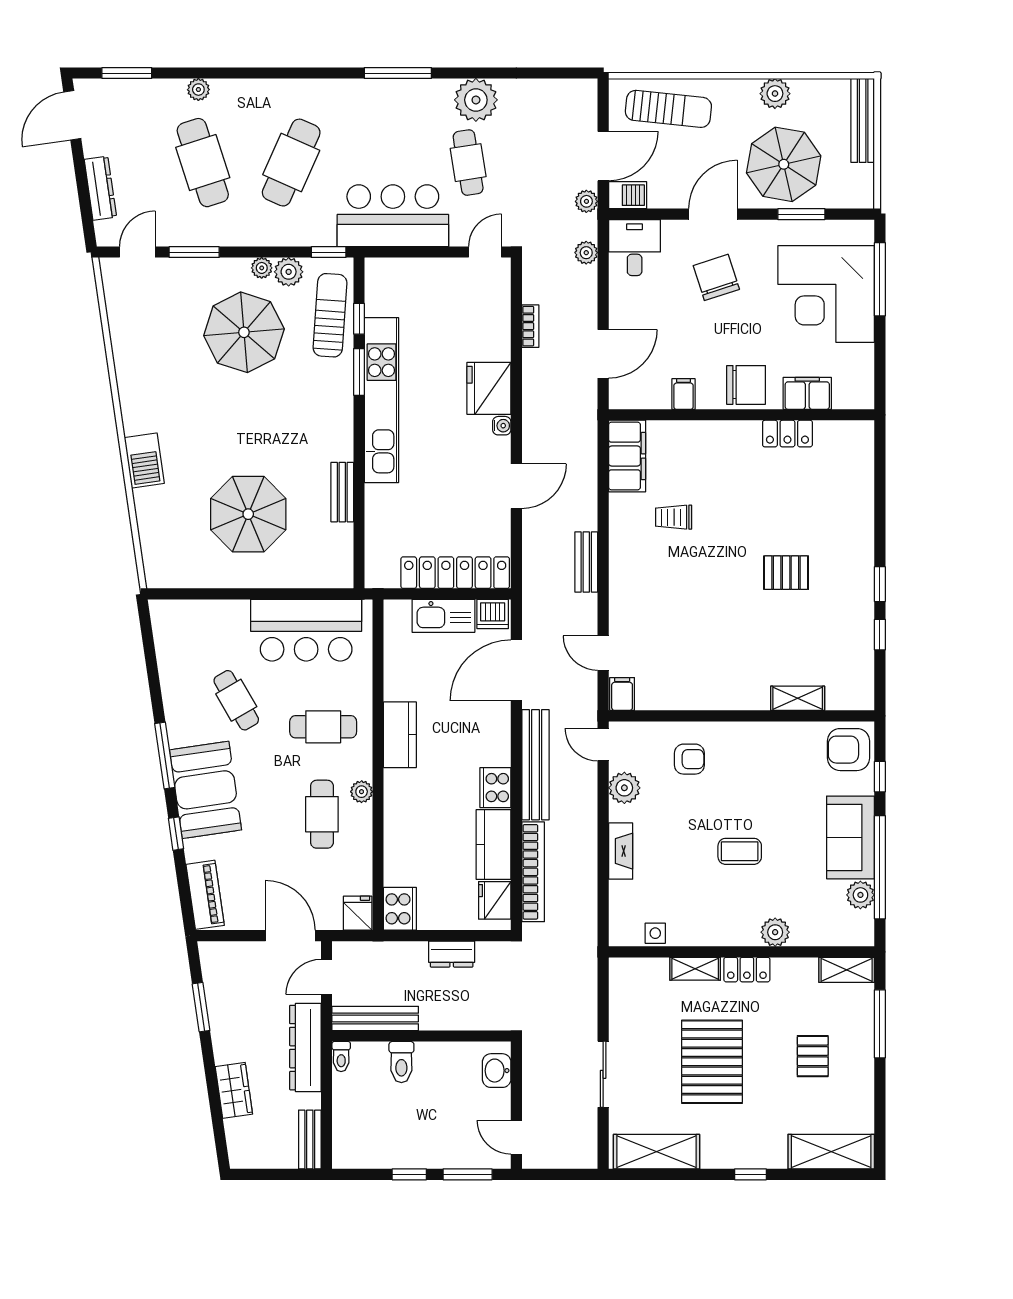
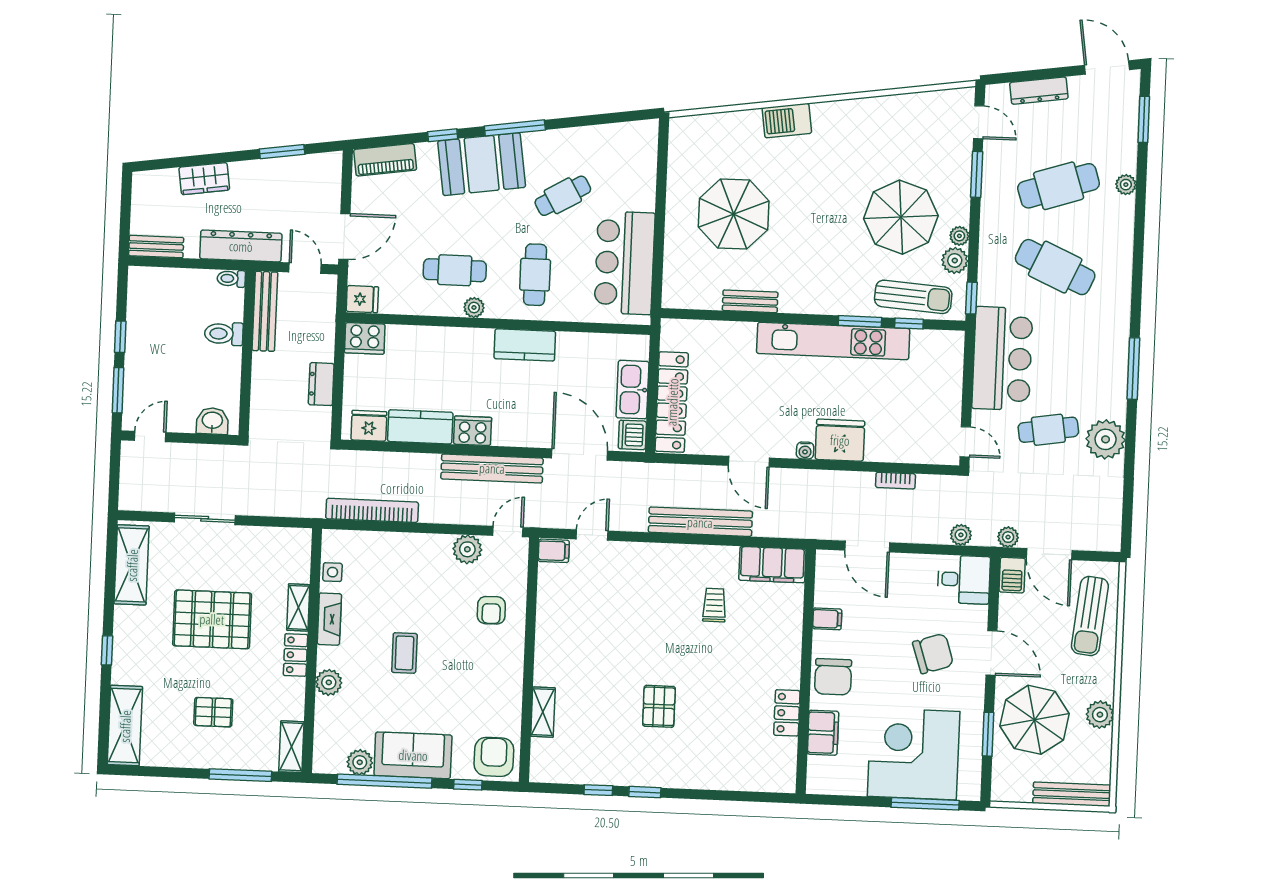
bench: (586, 562) -> (700, 522), width x1.86, depth x1.21
fireplace: (621, 851) -> (329, 619), moved, turned -90
bookcase: (533, 872) -> (372, 510), moved, turned 180

